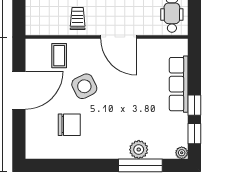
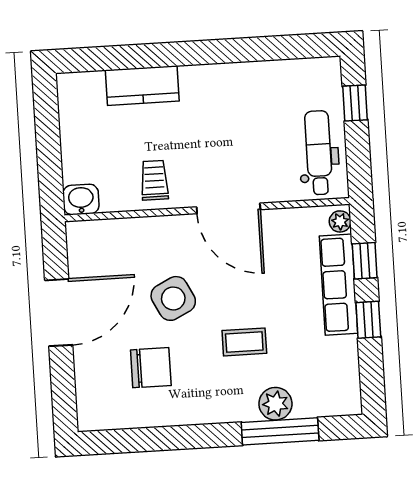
washbasin: (35, 27) -> (81, 199), added
coffee table: (59, 56) -> (244, 342), moved, turned 90
window: (194, 134) -> (365, 261), moved
plant: (182, 153) -> (340, 221), moved

